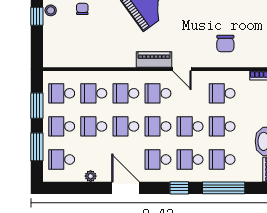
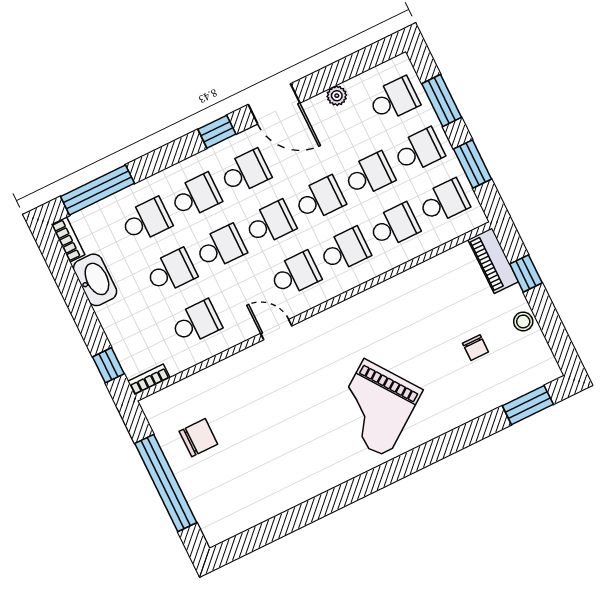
window: (37, 16) -> (526, 273), moved
chair: (225, 43) -> (198, 438), moved, turned 90
piano: (154, 60) -> (493, 261), moved, turned 90
window: (179, 188) -> (217, 132), moved
window: (224, 188) -> (97, 190), moved

